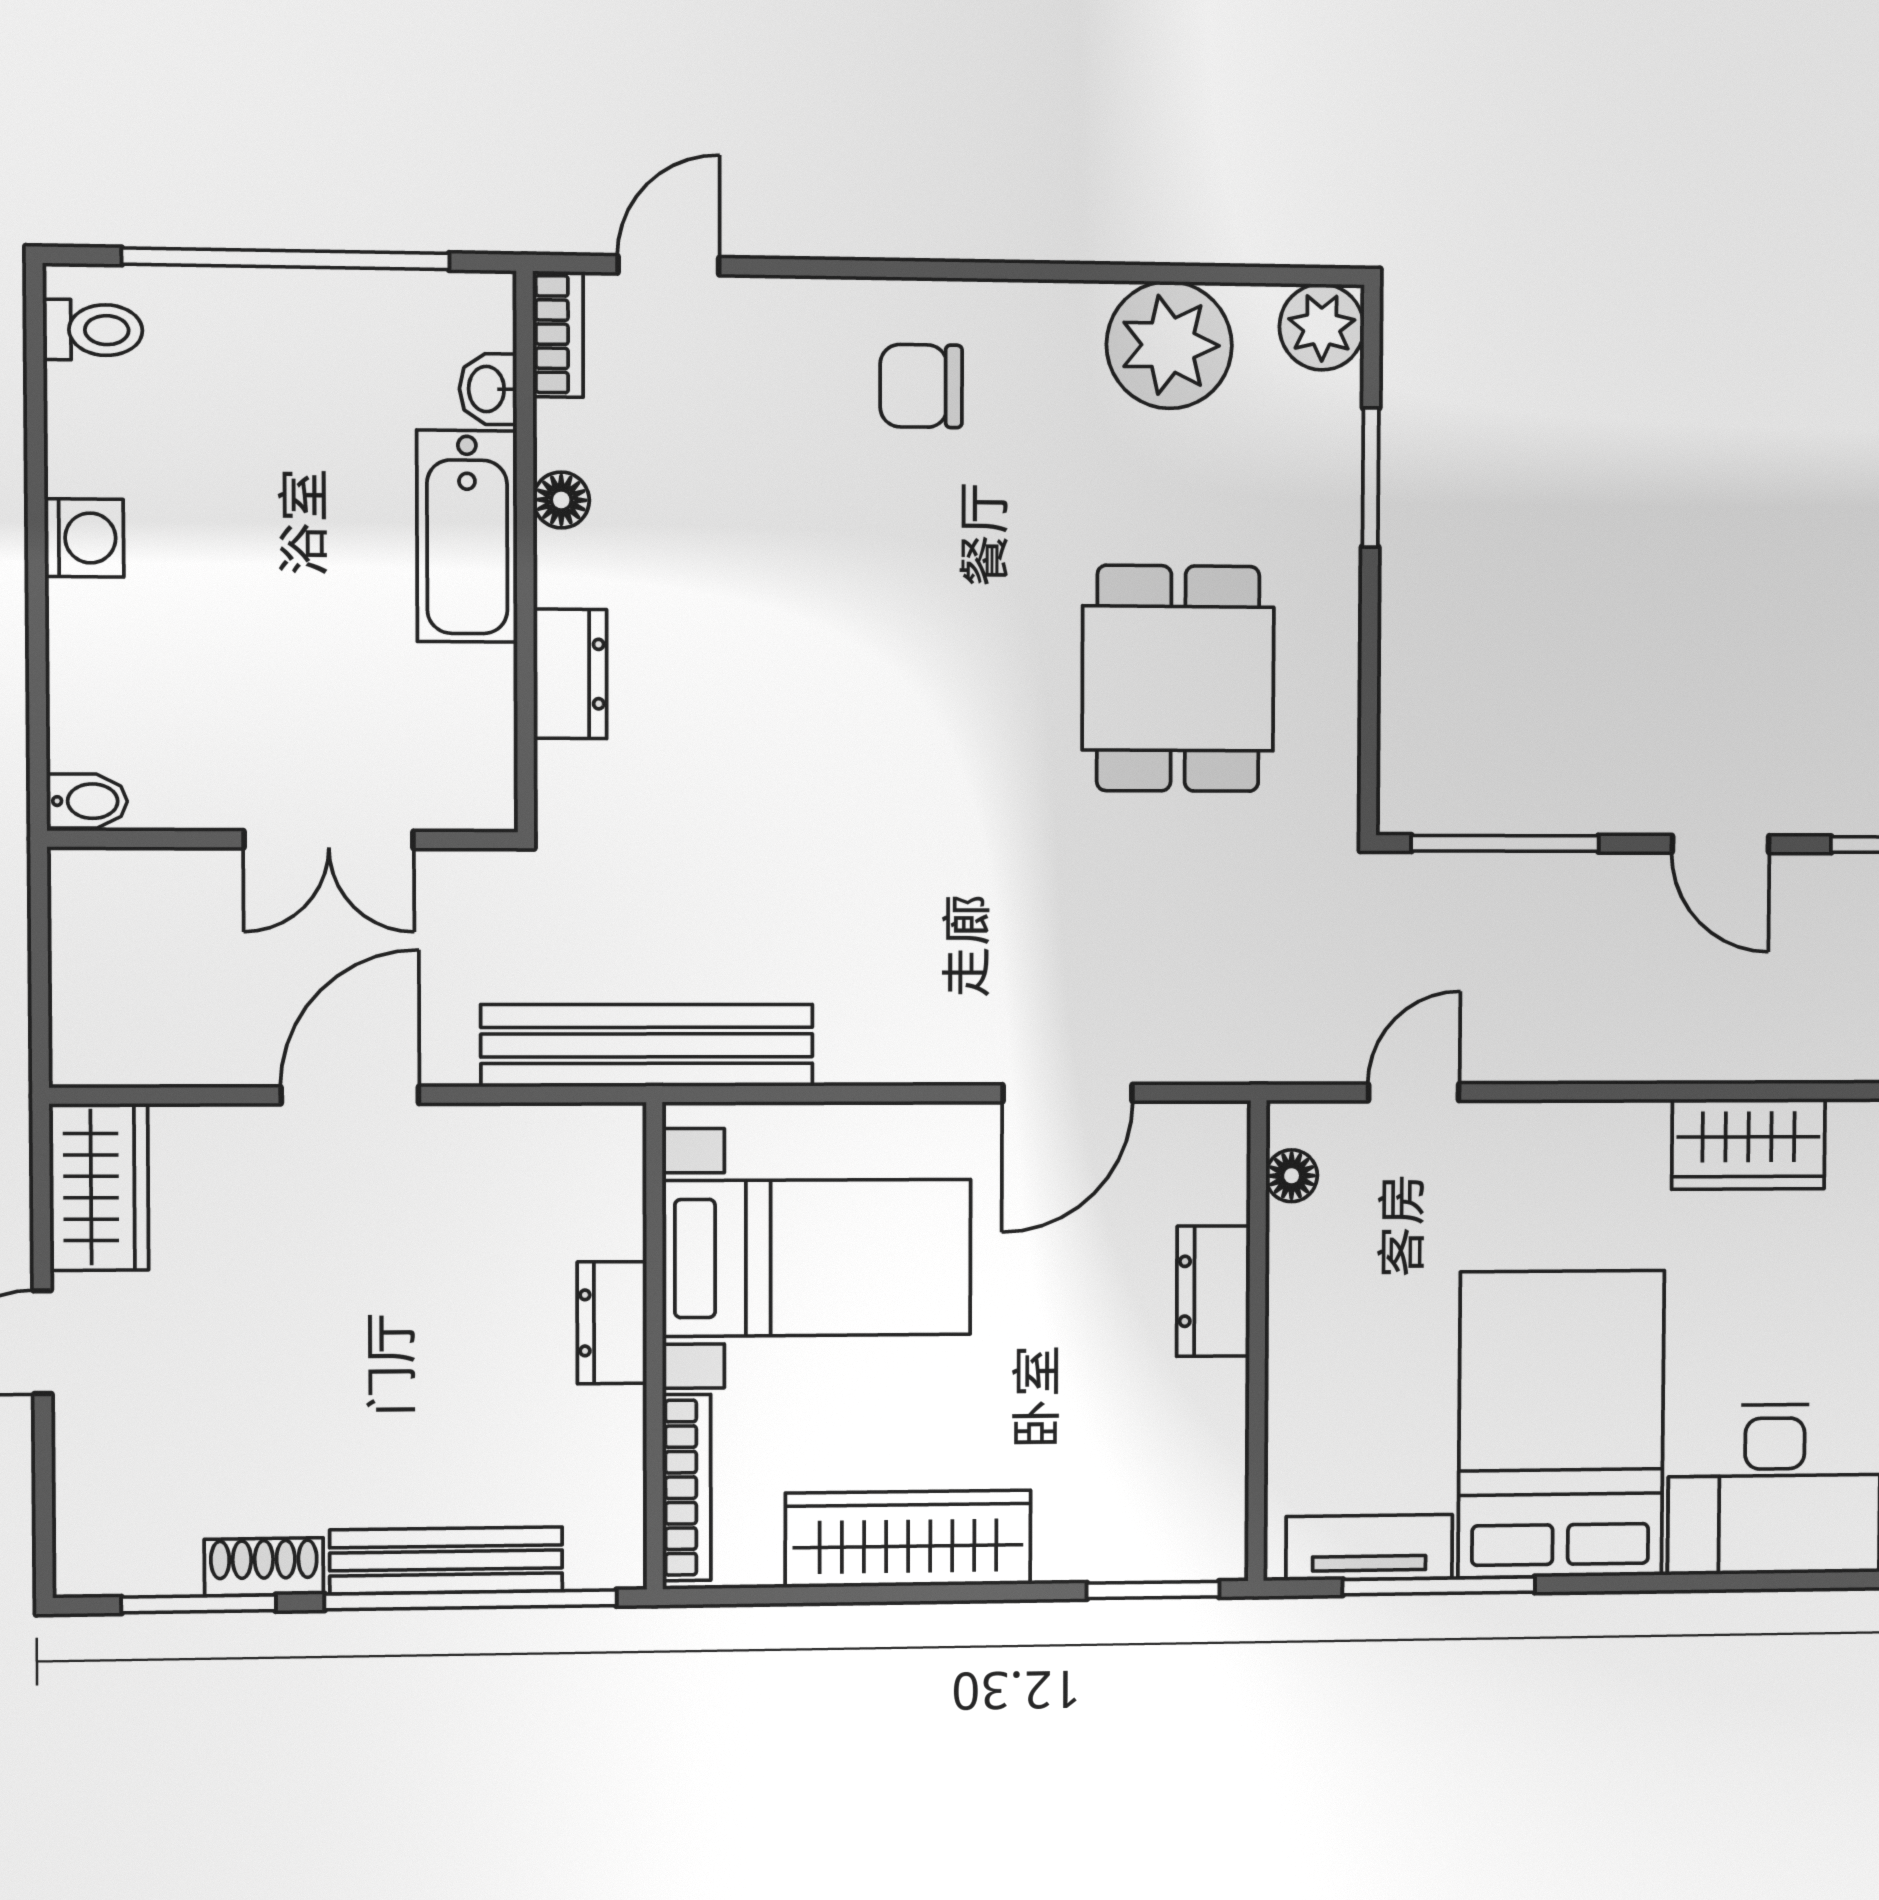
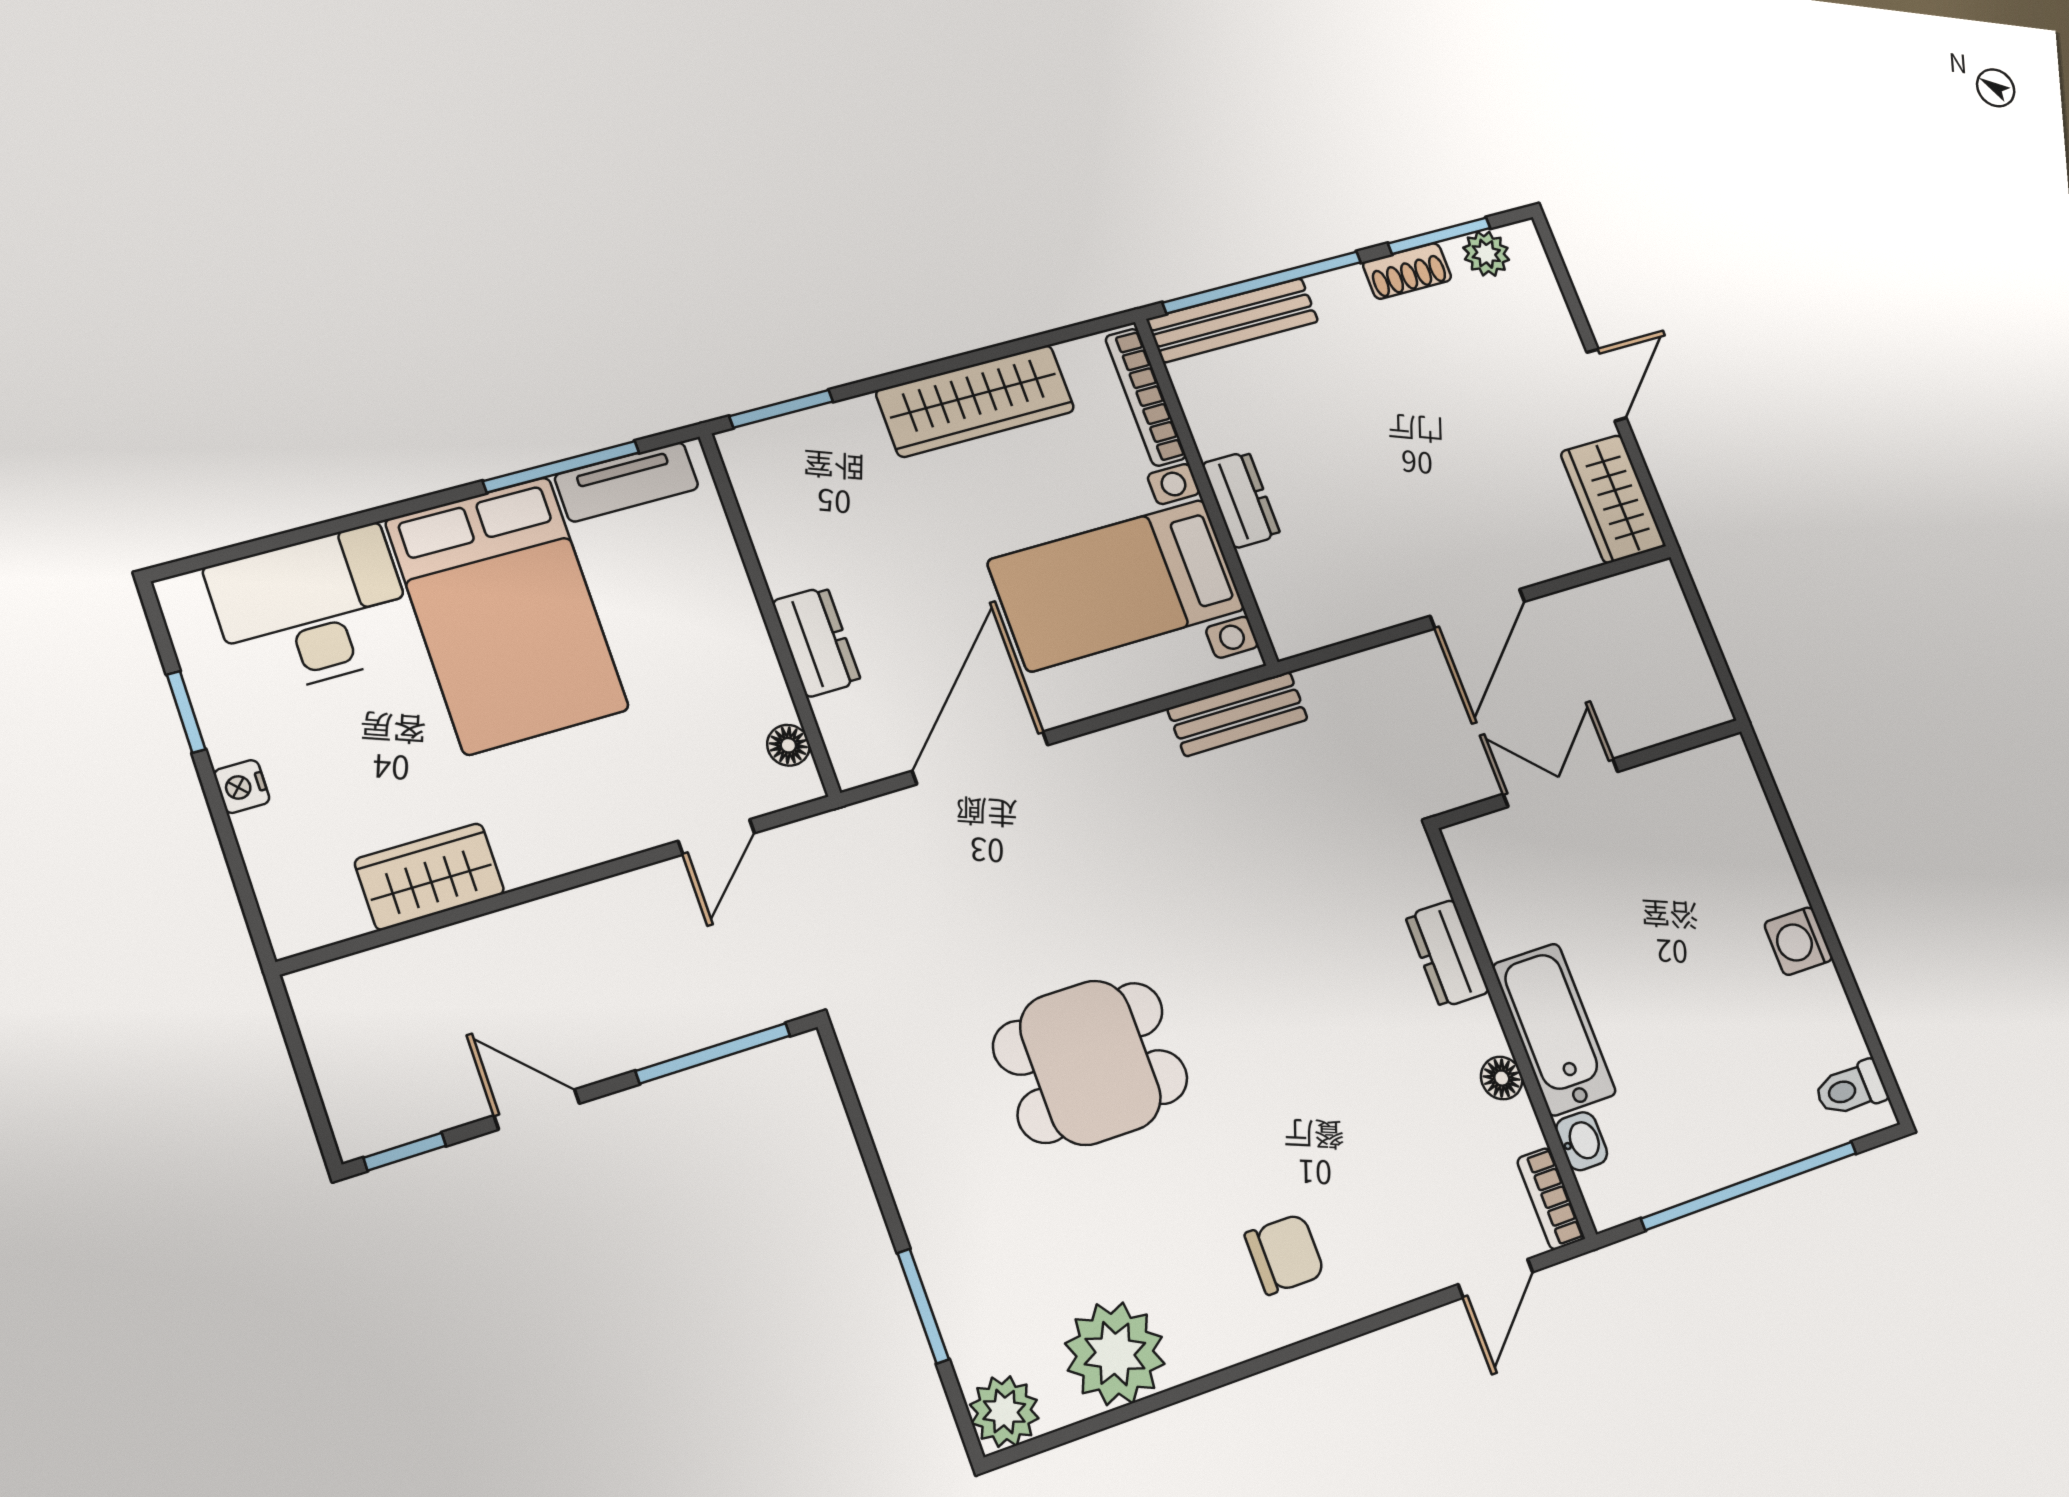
dining table: (1178, 679) -> (1090, 1062), moved, turned 90
bidet: (87, 801) -> (1724, 760), removed
bench: (647, 1045) -> (1238, 714), width x0.54, depth x0.82
door: (1068, 1093) -> (980, 758), width x1.36
bench: (446, 1560) -> (1233, 320), moved
plant: (141, 1564) -> (1486, 254), added

